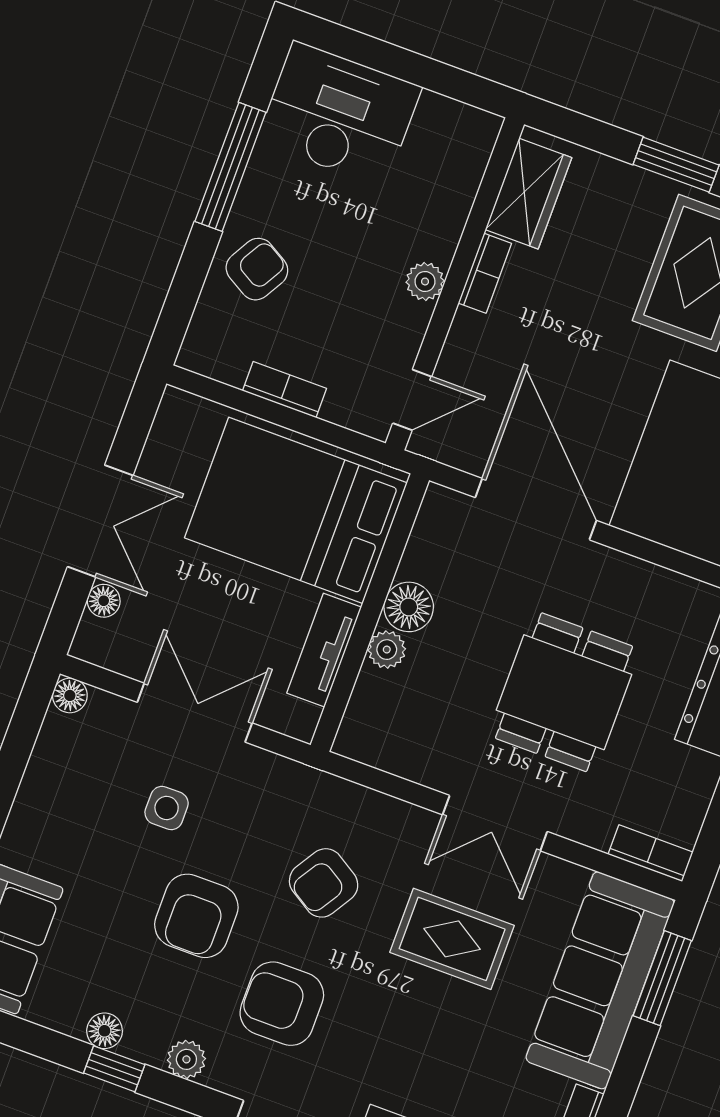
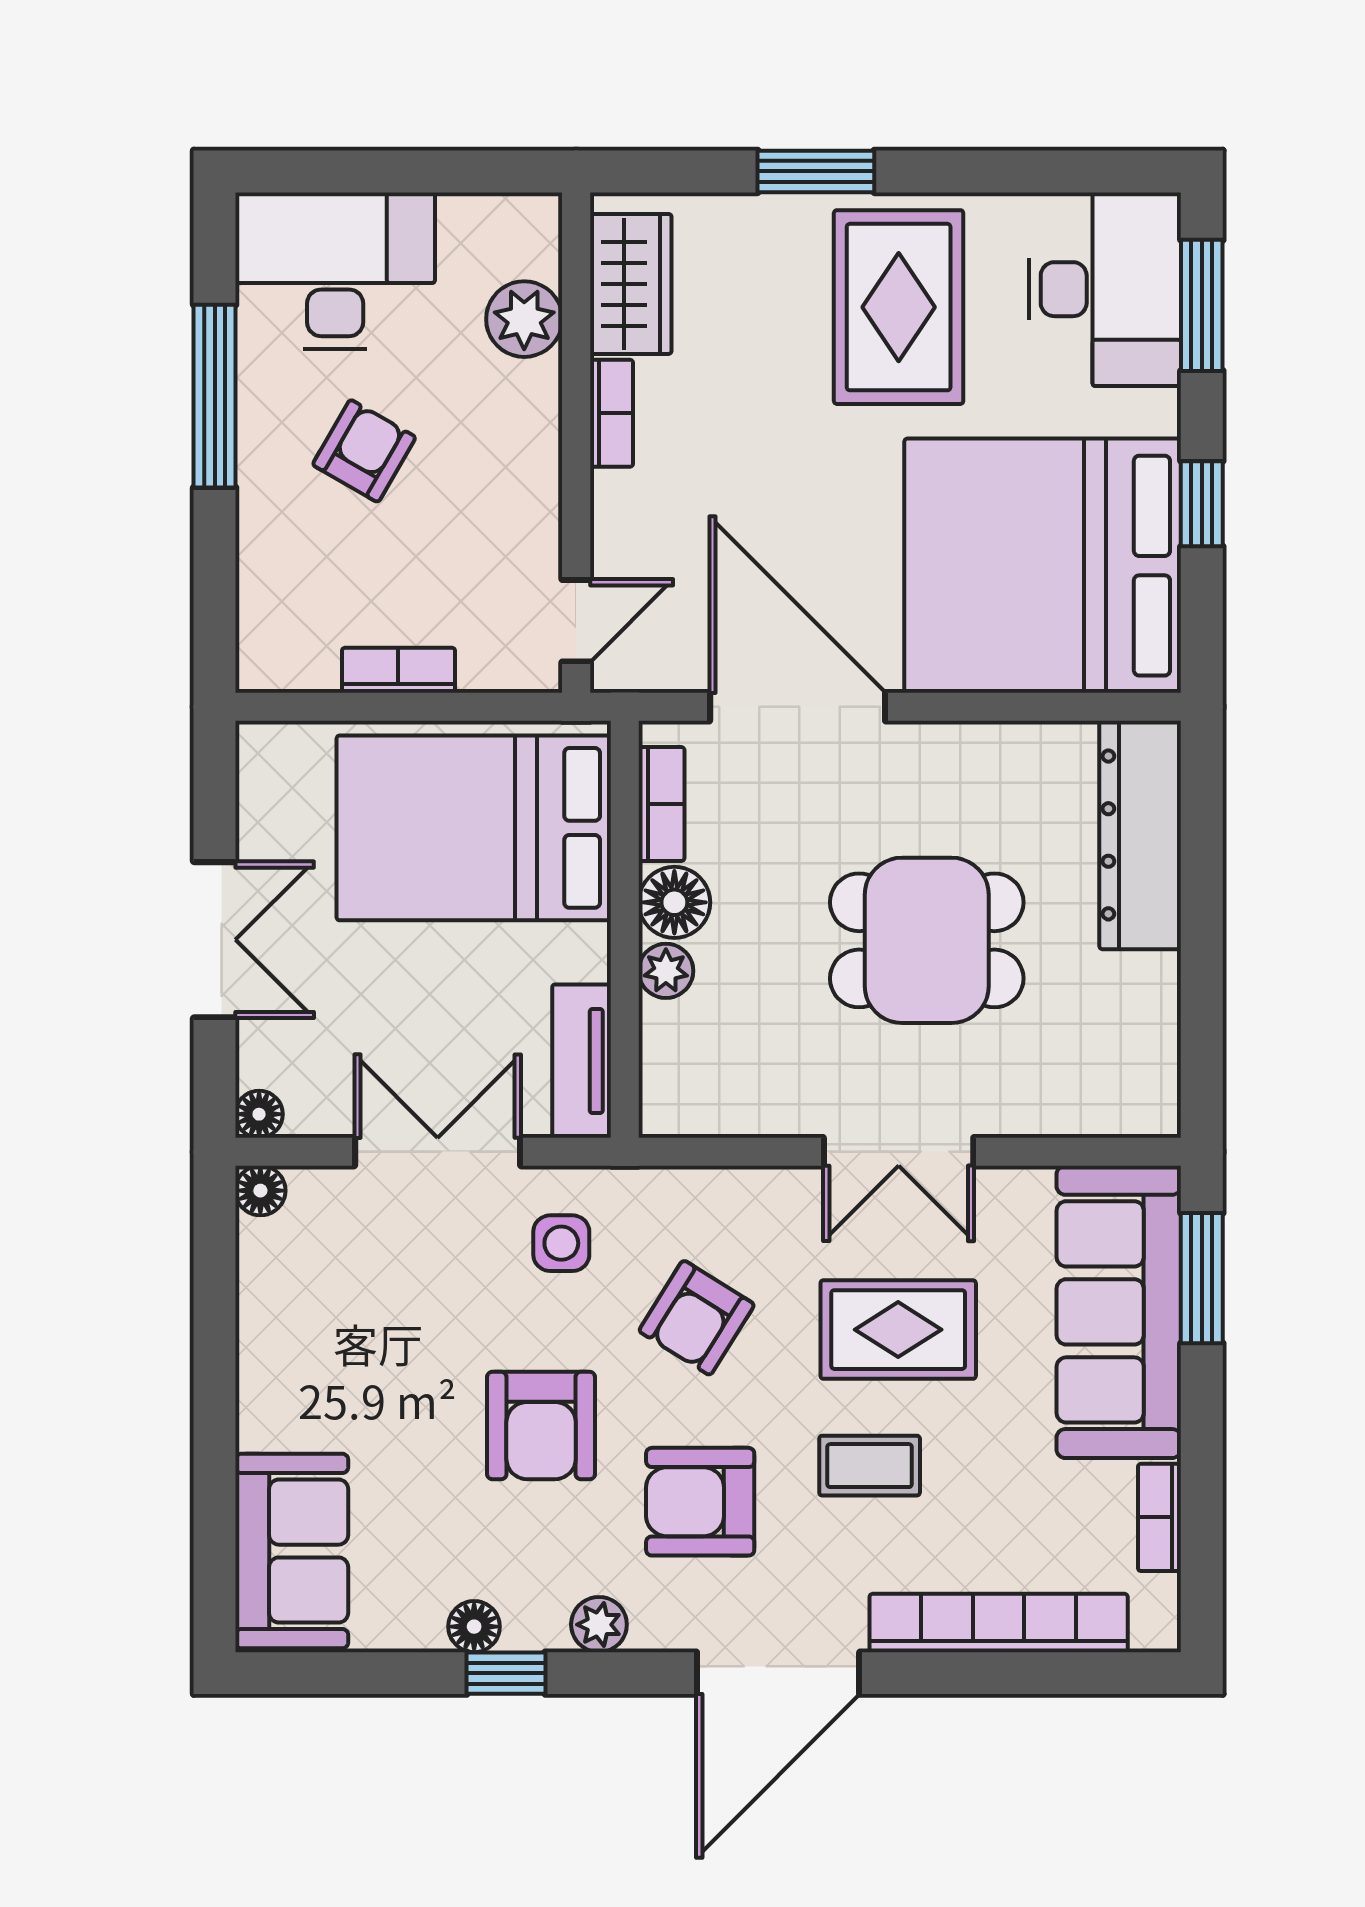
armchair: (257, 269) -> (364, 451), moved
plant: (425, 281) -> (524, 319), moved, width x1.38, depth x1.38
floor lamp: (104, 601) -> (259, 1114), moved
tv unit: (324, 650) -> (582, 1061), moved
dining table: (564, 692) -> (927, 940), turned 90
side table: (167, 808) -> (561, 1243), moved
bookcase: (651, 853) -> (662, 804), moved, turned 90
coffee table: (401, 1021) -> (870, 1466), added

